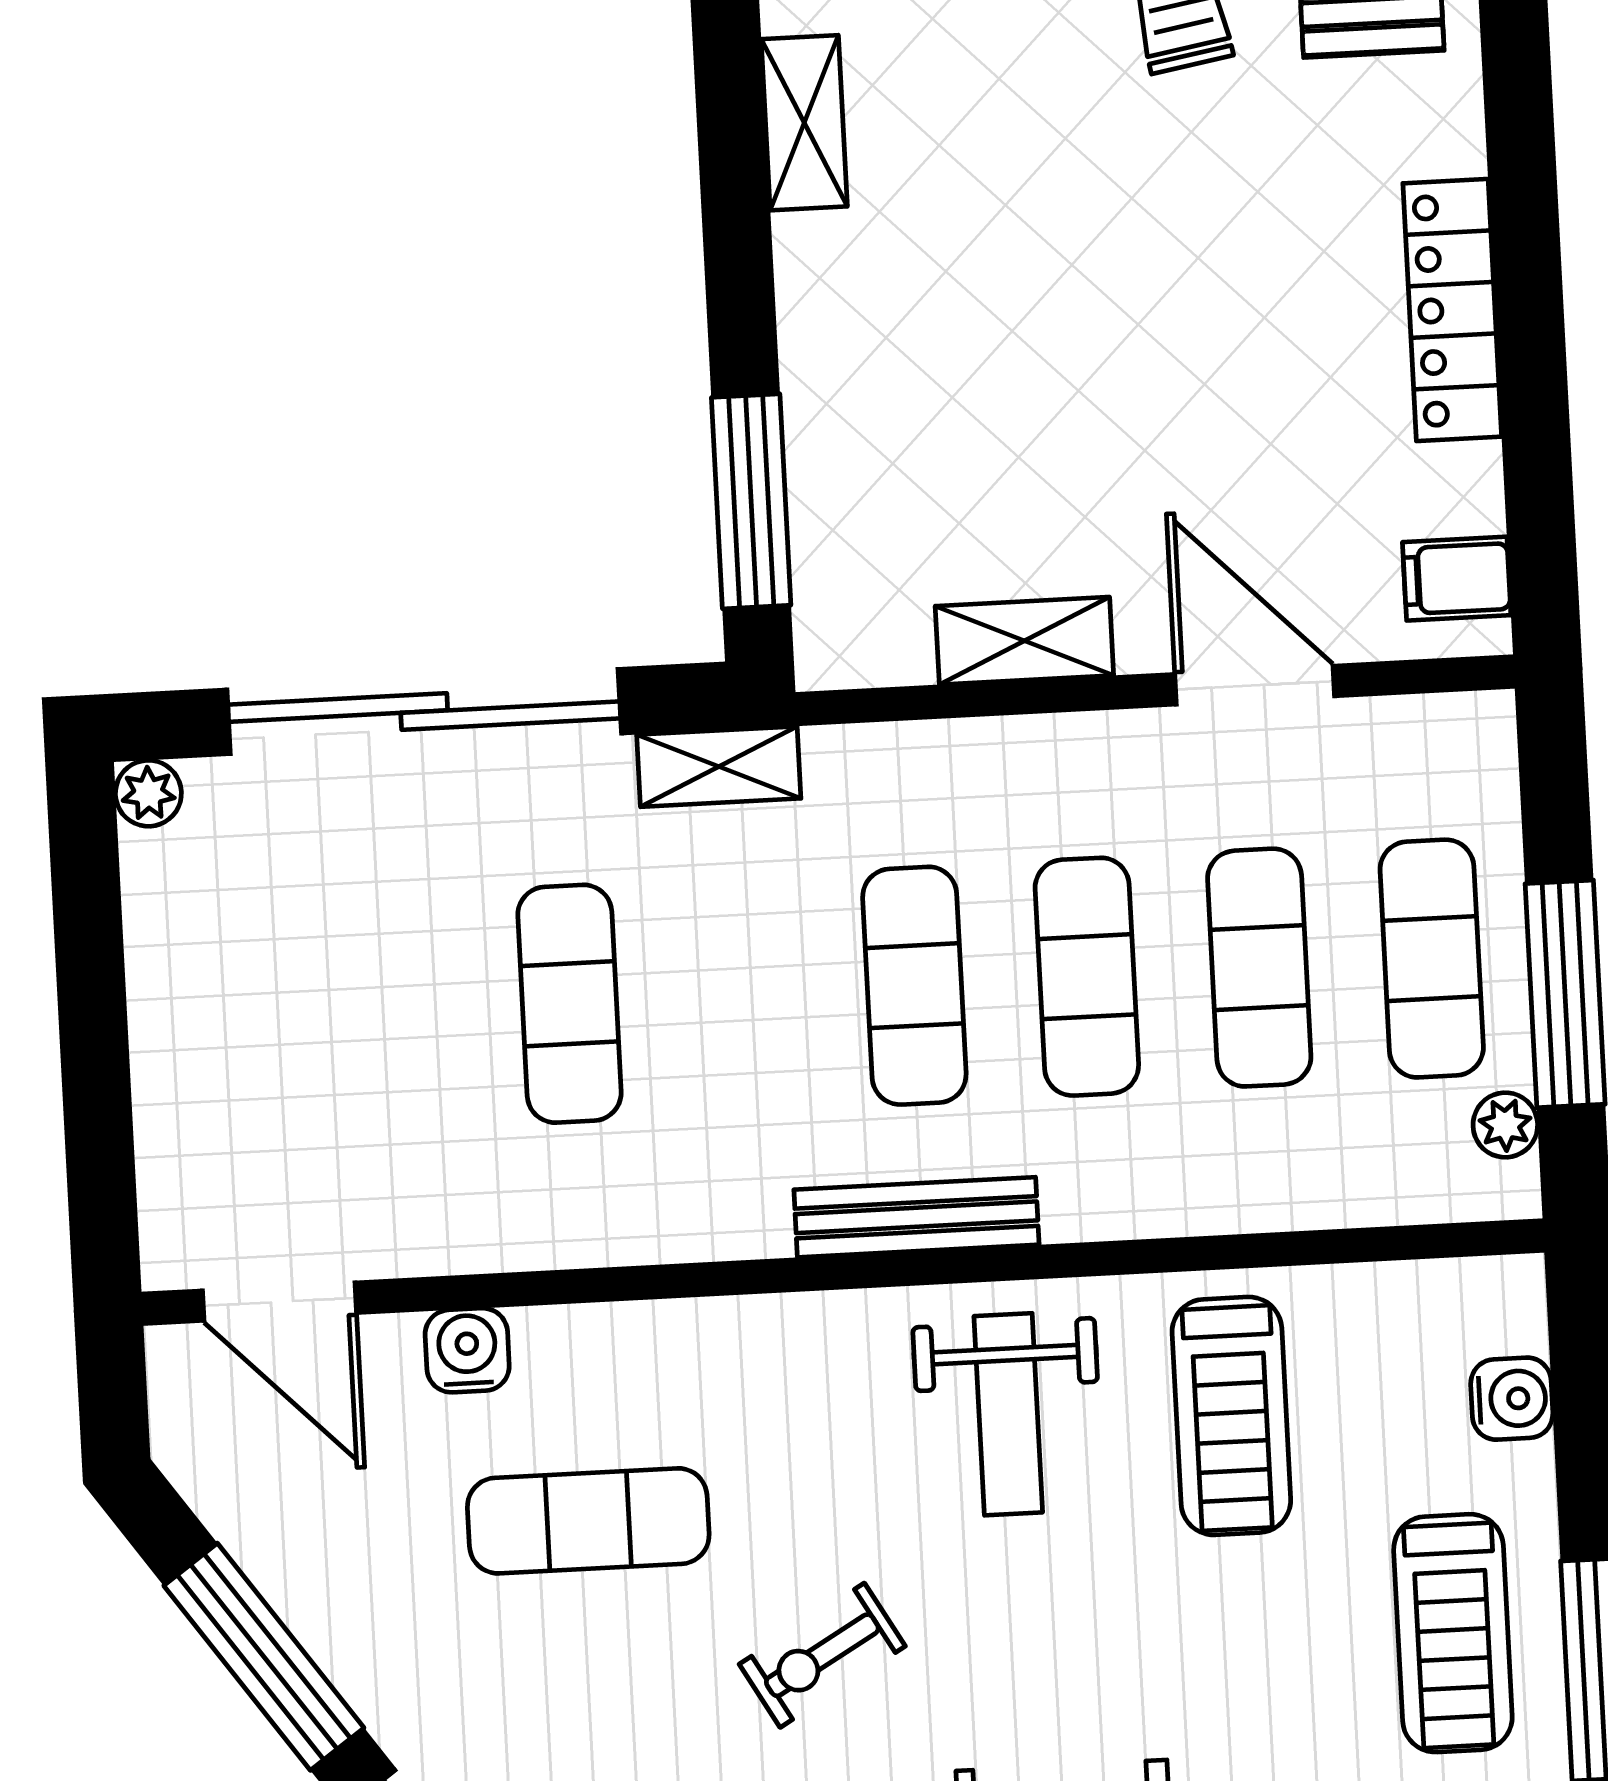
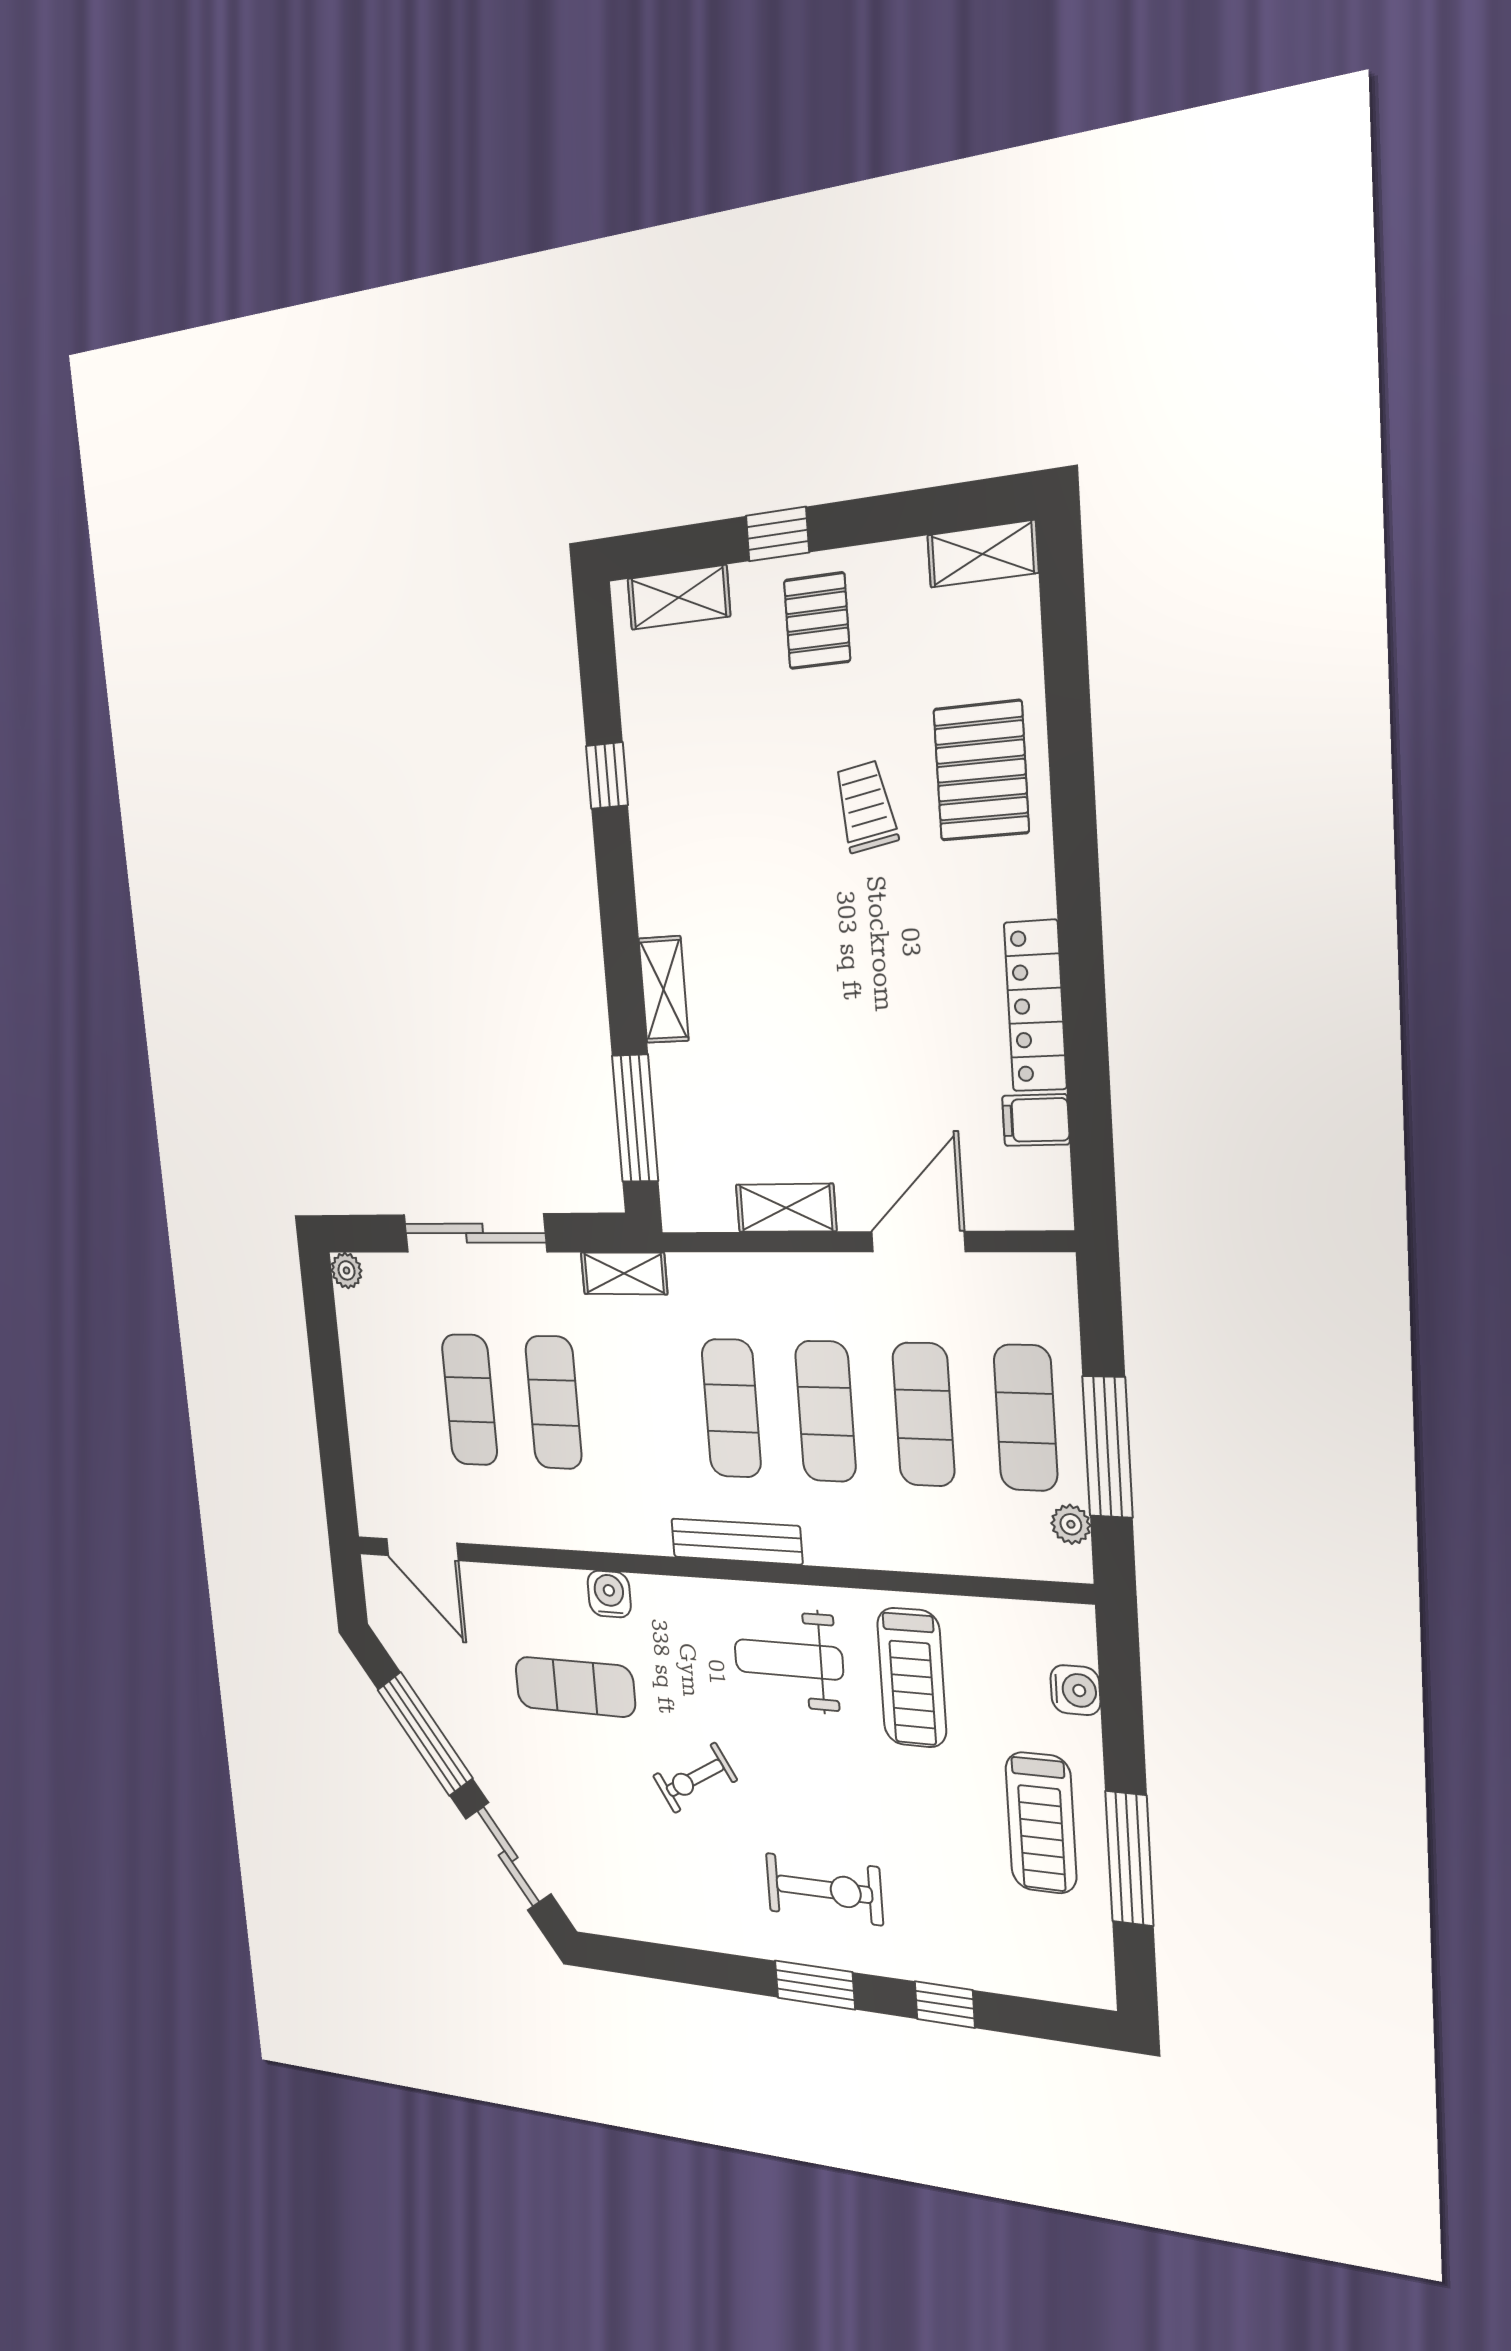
shelving: (804, 123) -> (664, 990), moved
filing cabinet: (1457, 579) -> (1036, 1120), moved
door: (1255, 685) -> (918, 1242), hinge flipped
sliding door: (424, 712) -> (475, 1233), width x0.73
exercise mat: (397, 1013) -> (470, 1400), added
water cooler: (467, 1350) -> (609, 1594), moved
weight bench: (1008, 1414) -> (789, 1659), turned 90

